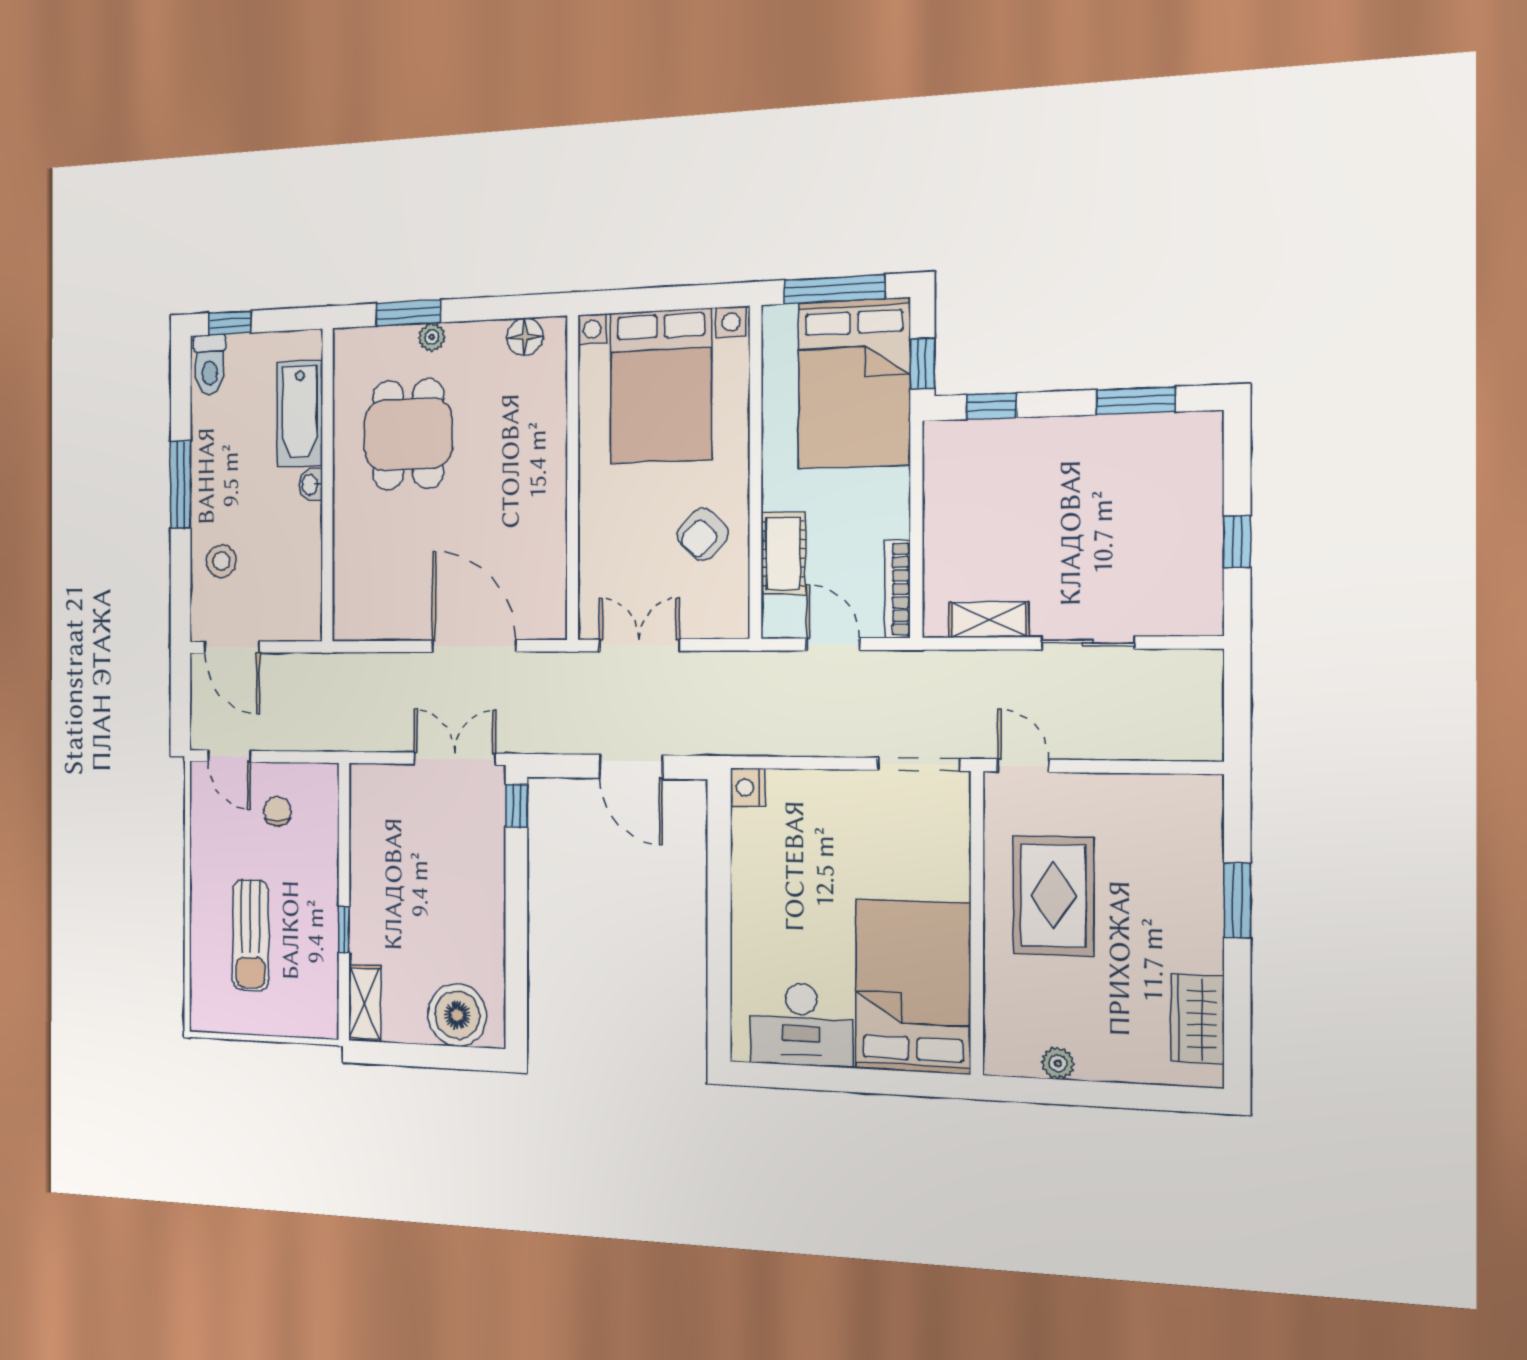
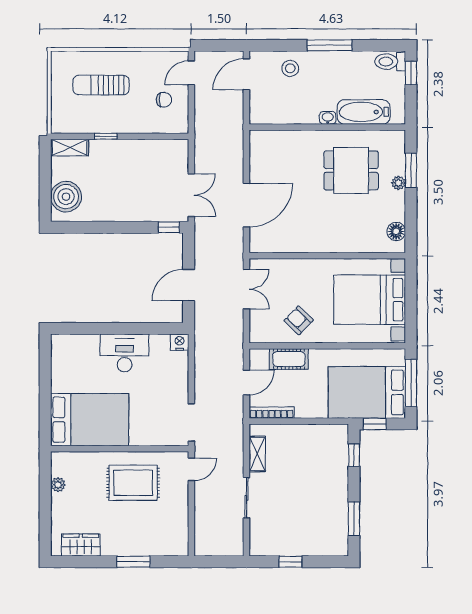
desk: (801, 1024) -> (125, 353), moved, turned 90

